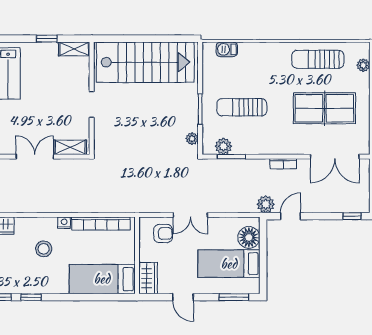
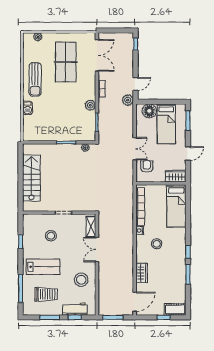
shelving: (74, 49) -> (27, 224), removed
barbecue: (227, 49) -> (28, 108), moved
sun lounger: (318, 59) -> (35, 79), moved
stairs: (145, 62) -> (31, 178), width x0.73, depth x0.66
stool: (56, 85) -> (51, 236), added
sun lounger: (242, 107) -> (65, 115), removed
plant: (223, 146) -> (90, 105), moved
door: (291, 216) -> (136, 84), swing flipped

